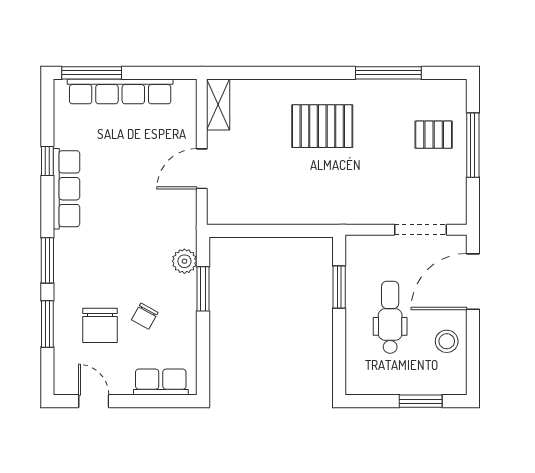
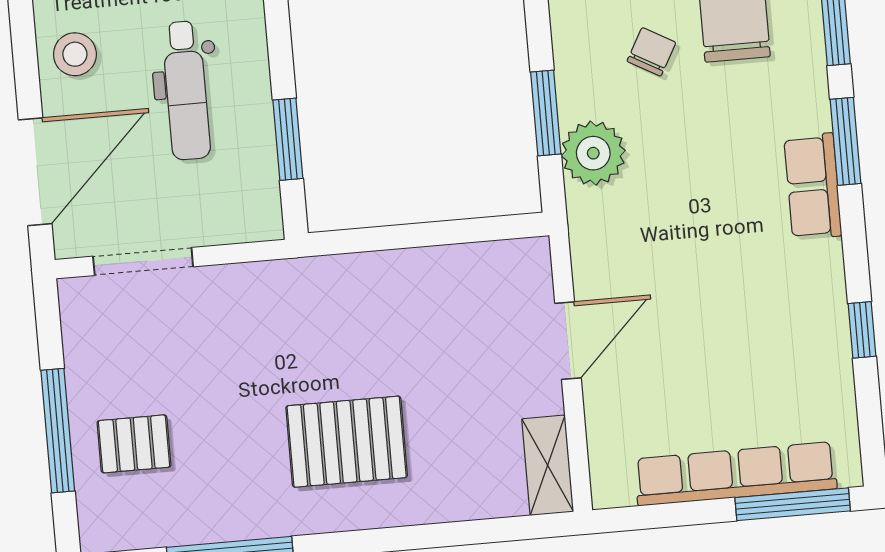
row of seats: (67, 189) -> (813, 186), moved, width x0.68
plant: (184, 261) -> (593, 153), width x1.36, depth x1.36

